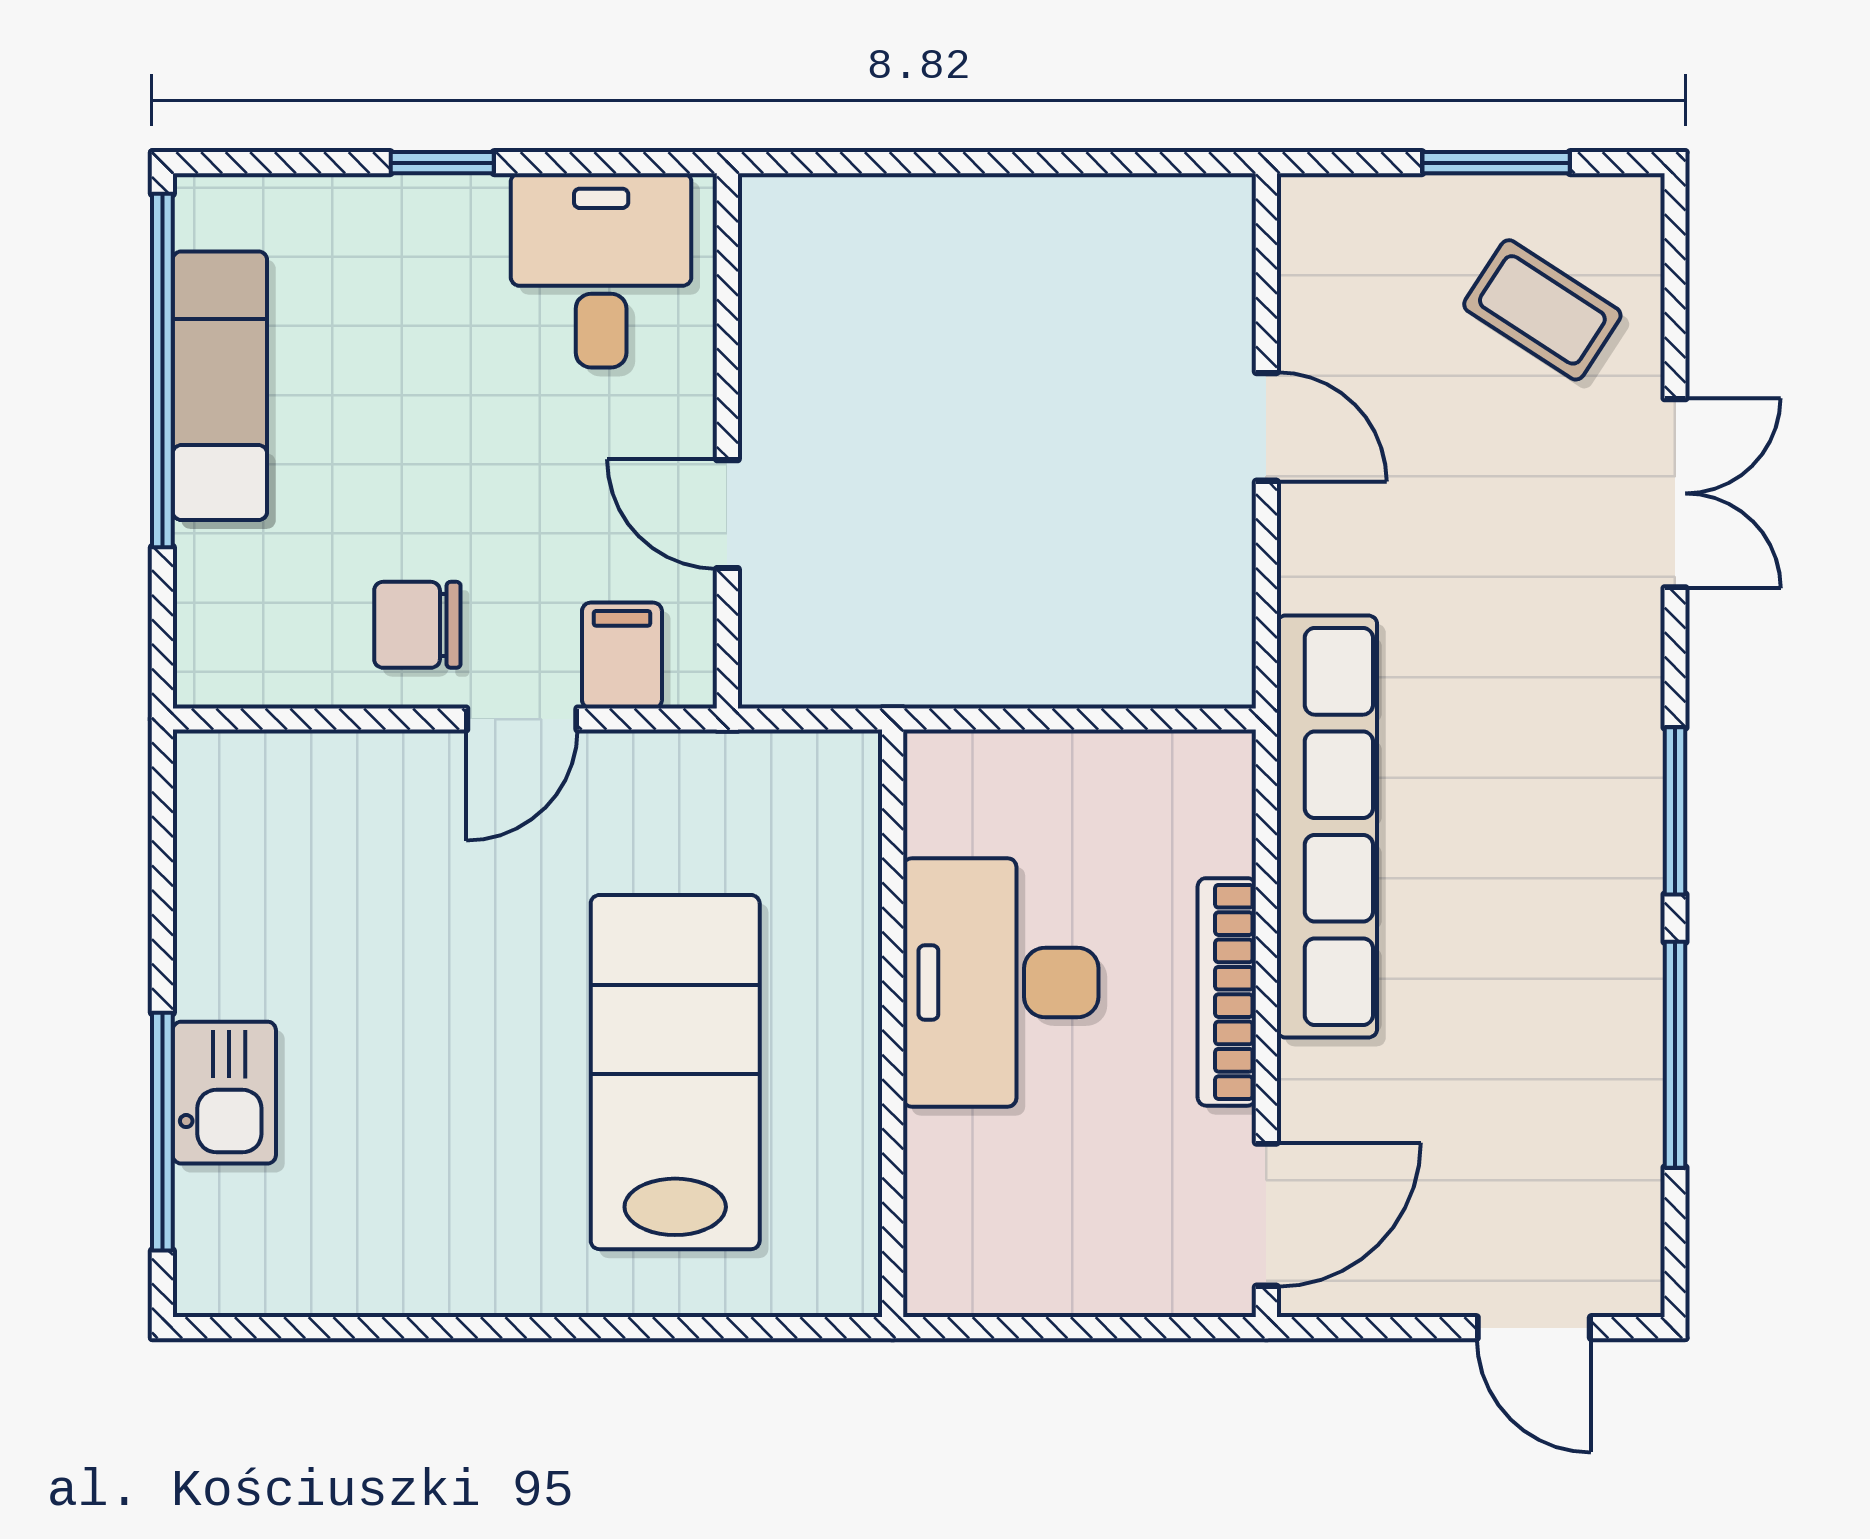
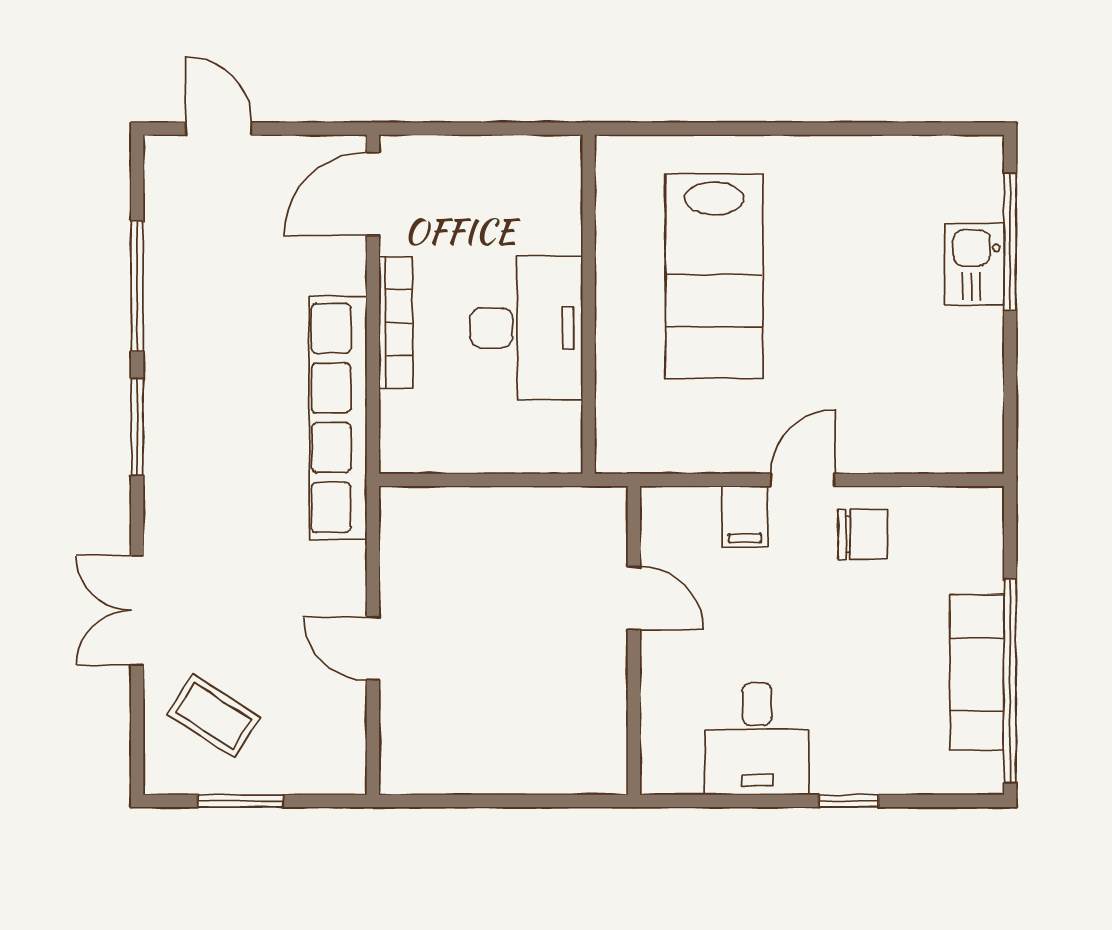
wall: (727, 441) -> (634, 640), moved
door: (727, 514) -> (634, 598), moved

